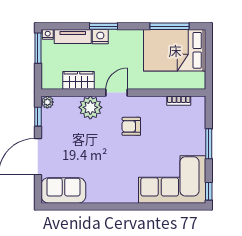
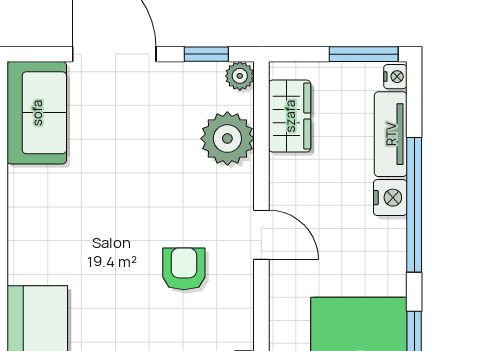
window: (103, 26) -> (414, 205), width x2.11
wardrobe: (79, 80) -> (290, 116), moved
plant: (90, 107) -> (227, 139), moved

